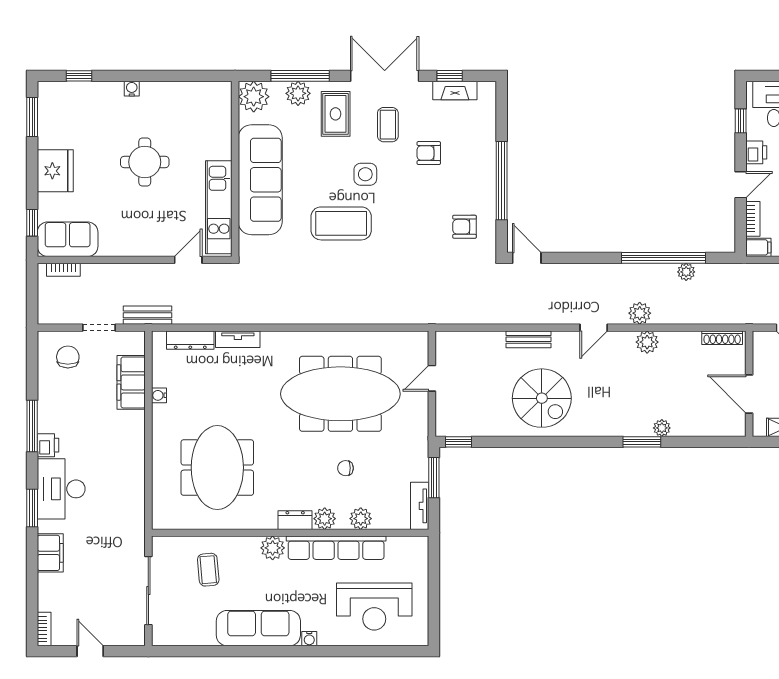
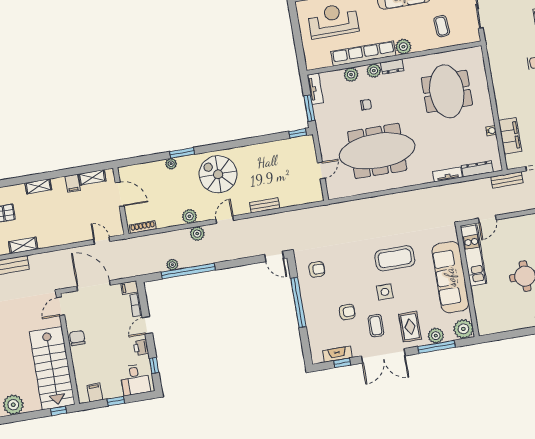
spiral stairs: (542, 398) -> (218, 174), moved

